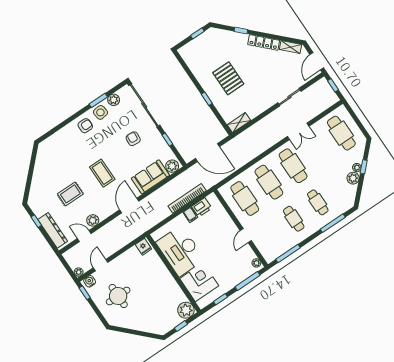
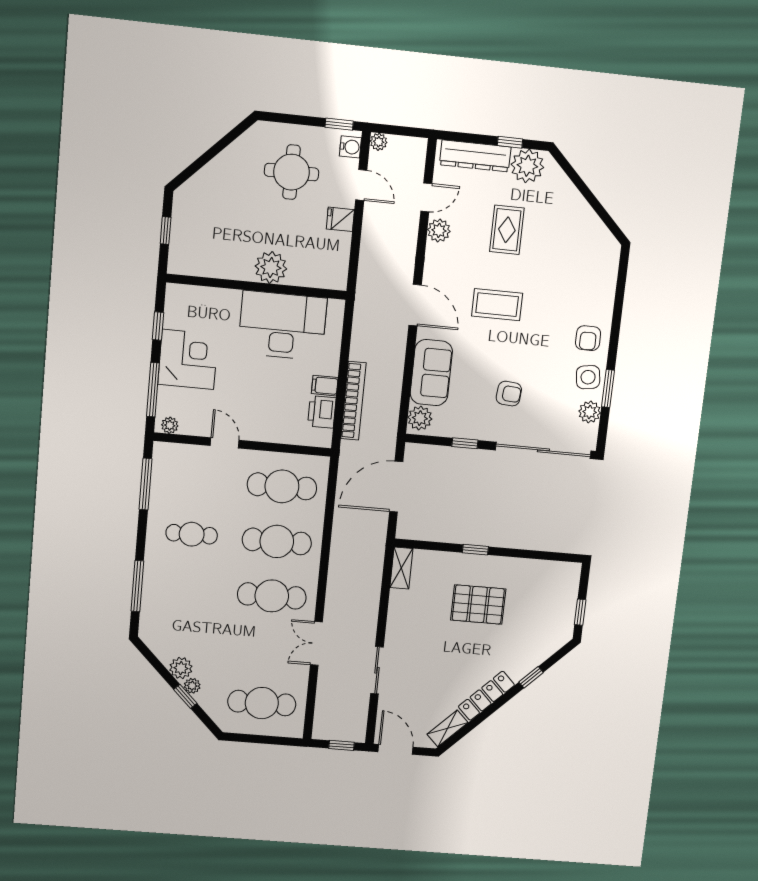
cafe table: (318, 202) -> (187, 589), removed
plant: (39, 207) -> (527, 166), added
fridge: (143, 247) -> (340, 219), moved
corner desk: (199, 282) -> (188, 359), moved, turned -90
plant: (186, 310) -> (271, 267), moved

